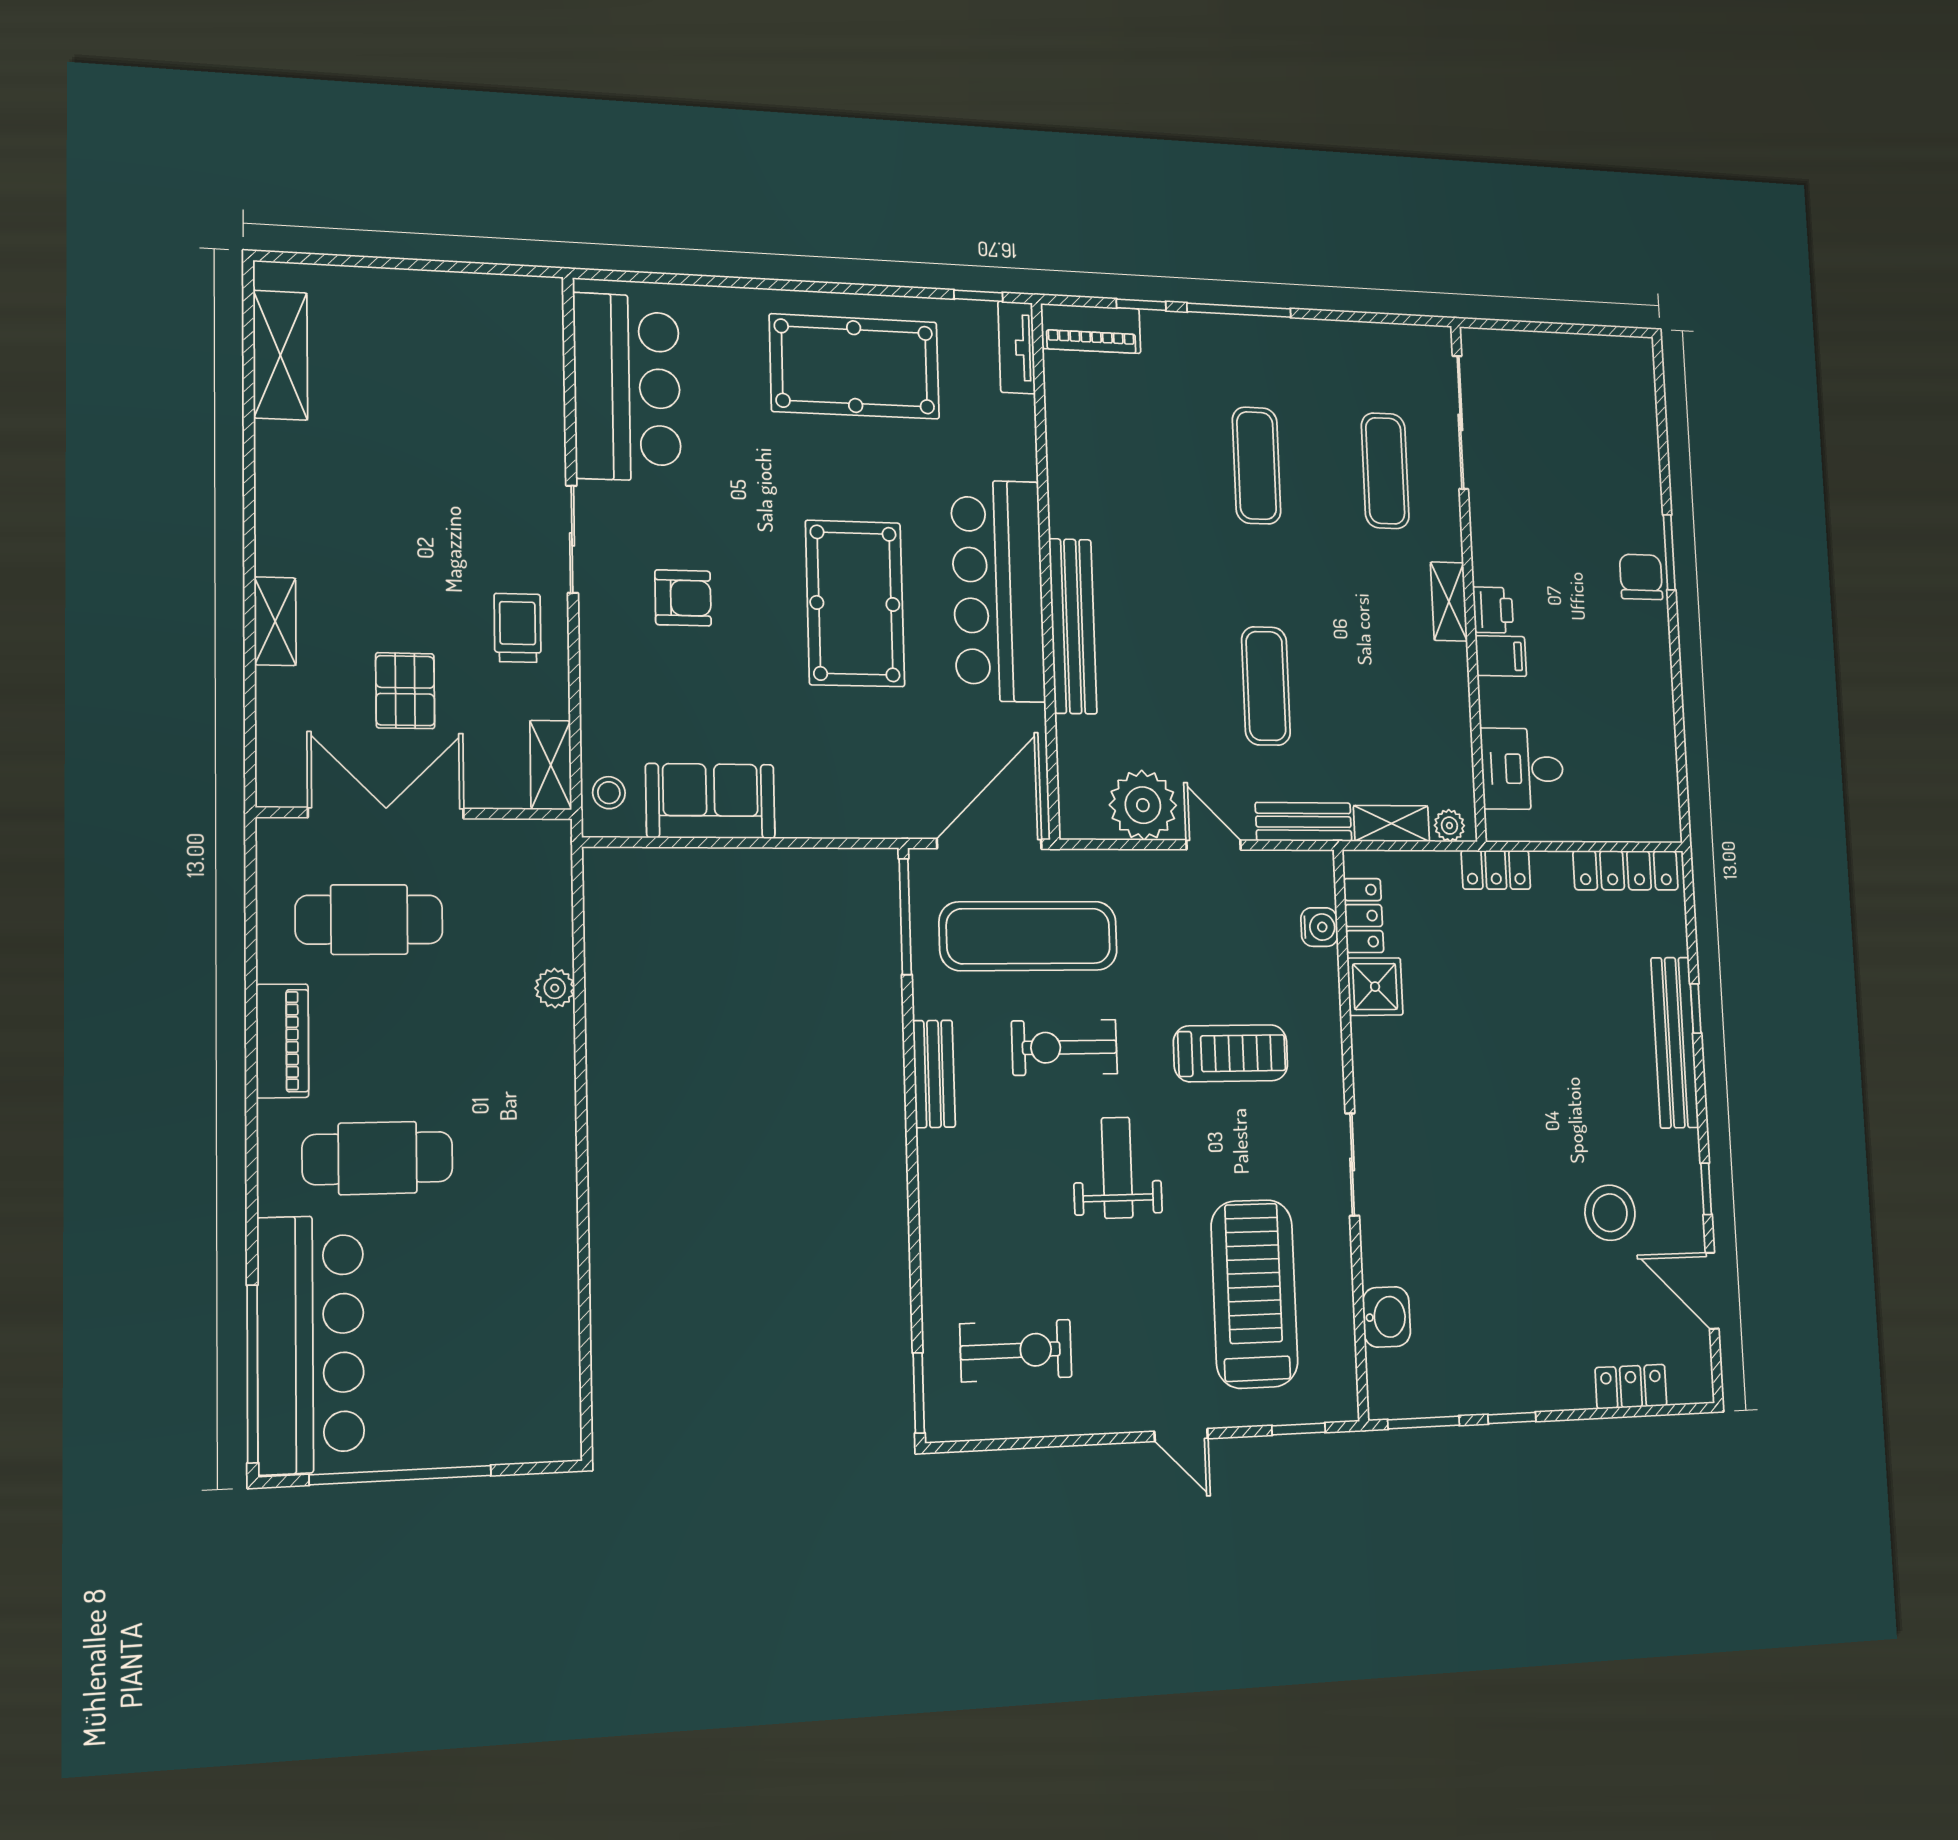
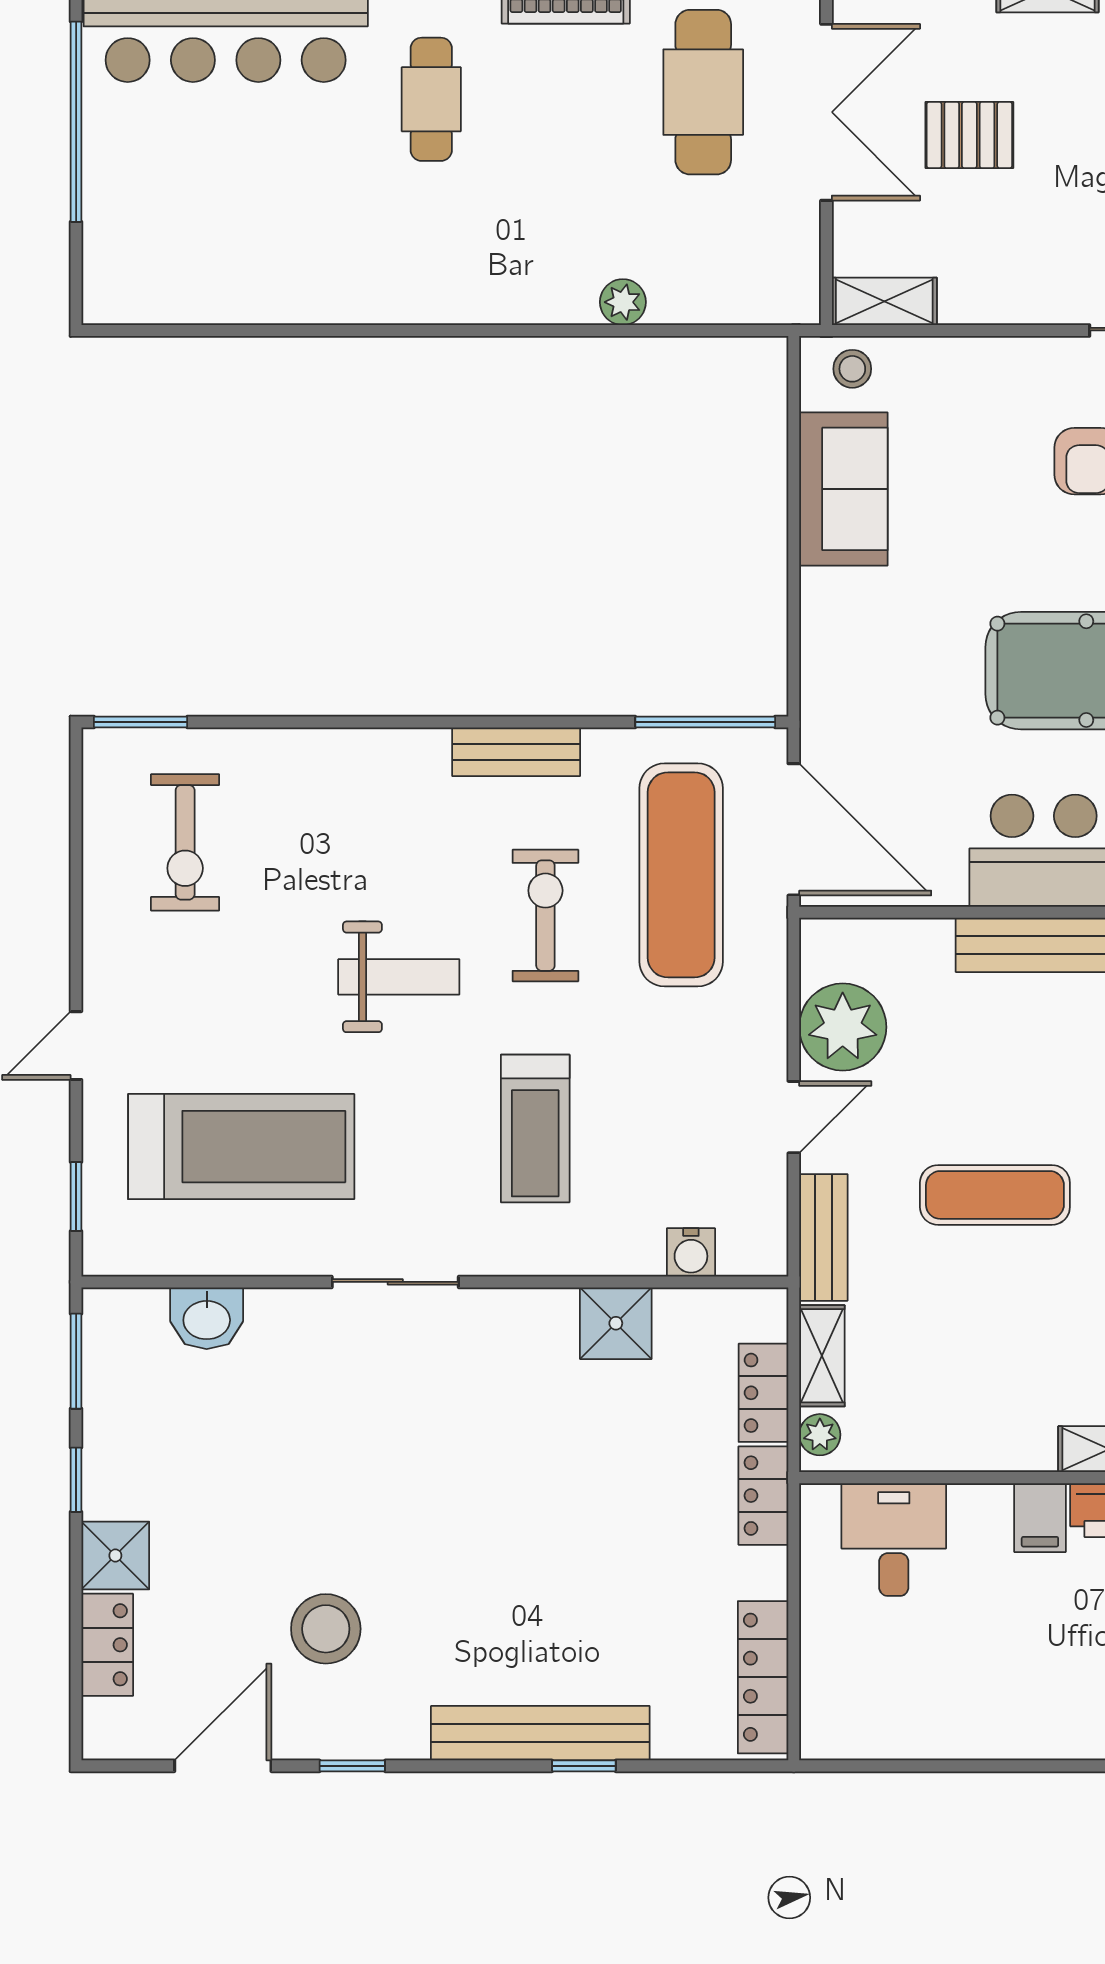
trolley: (518, 628) -> (1046, 265), removed
locker: (1364, 916) -> (763, 1393), moved, turned 90
cafe table: (378, 1158) -> (431, 99), width x0.73, depth x0.74
shower: (1566, 1383) -> (115, 1556), added

